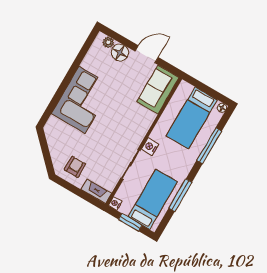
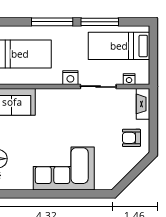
window: (209, 146) -> (52, 22), moved
nightstand: (115, 203) -> (129, 79), moved
window: (130, 222) -> (153, 54), removed

